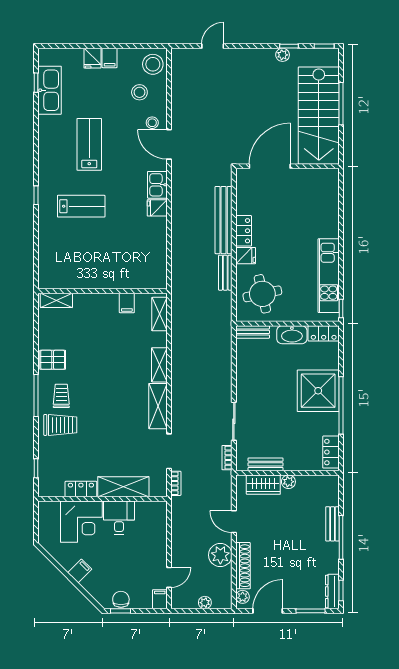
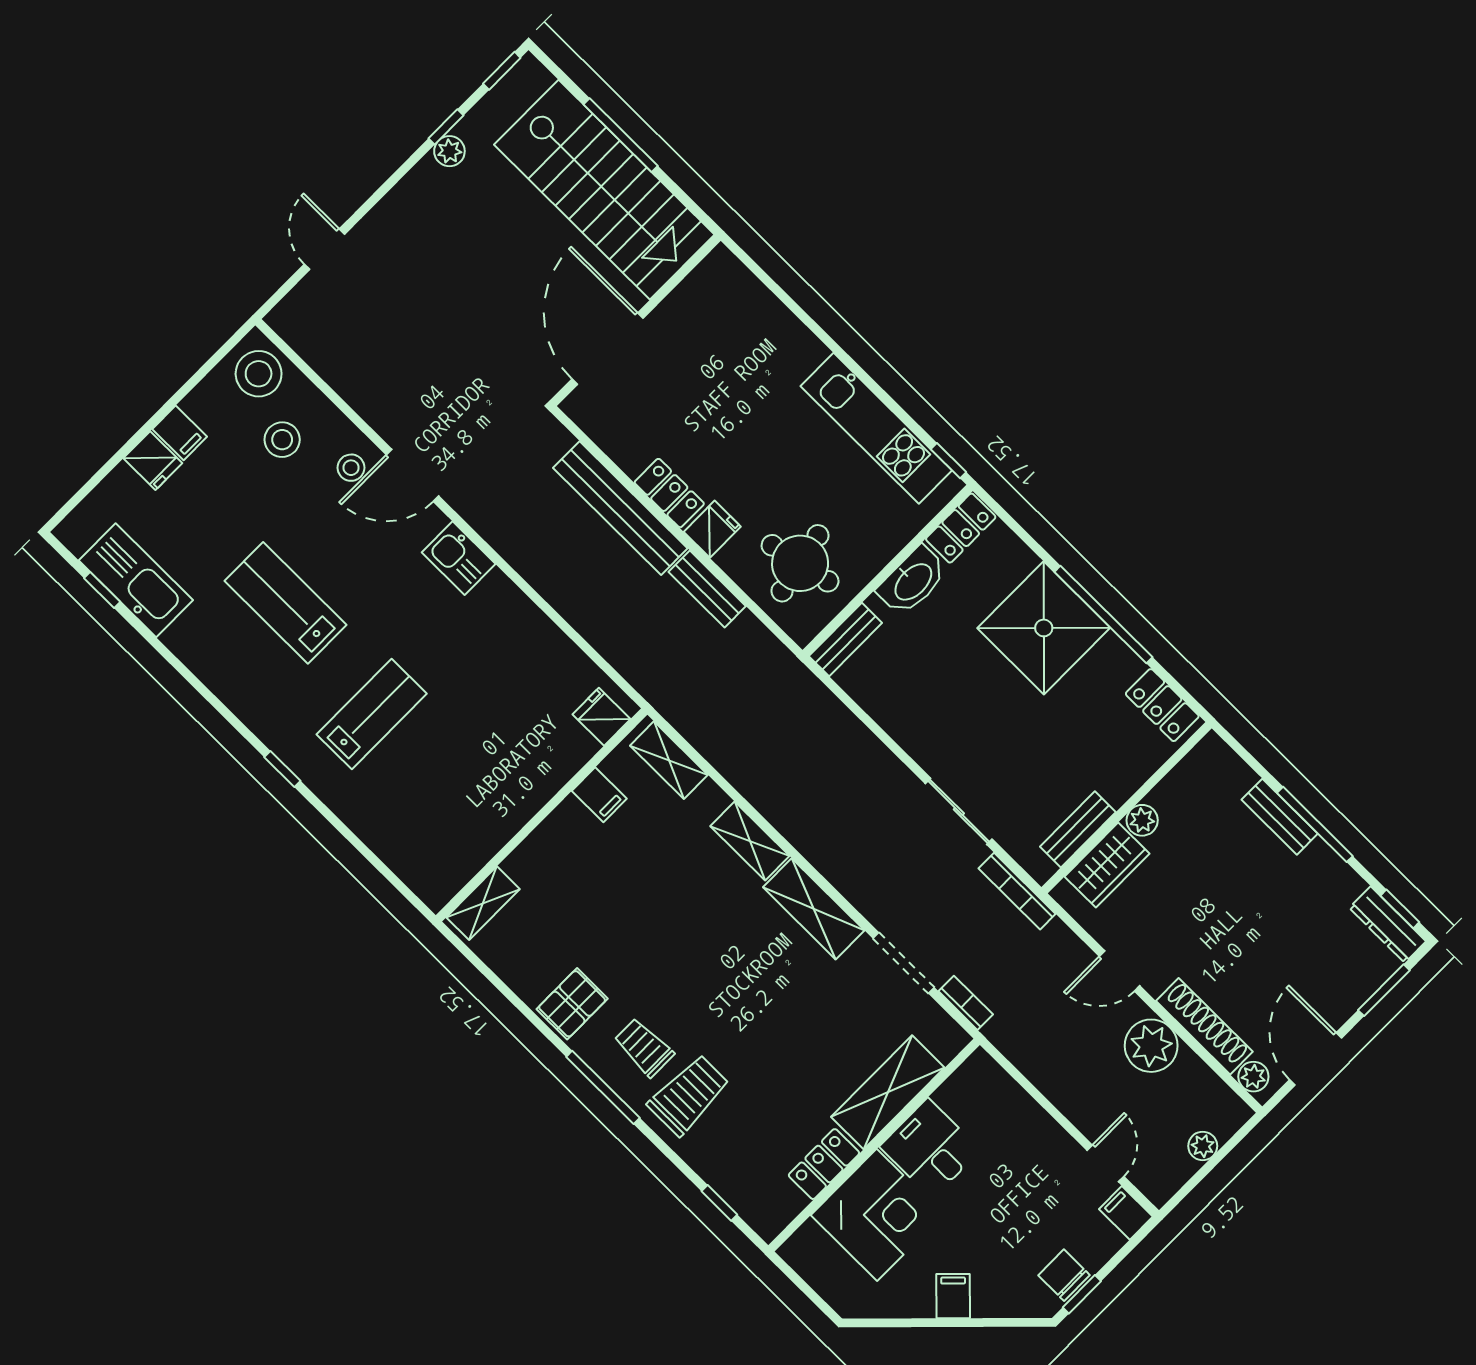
fridge: (157, 208) -> (601, 717), moved, turned 90
bookcase: (227, 458) -> (1017, 891), width x1.56

